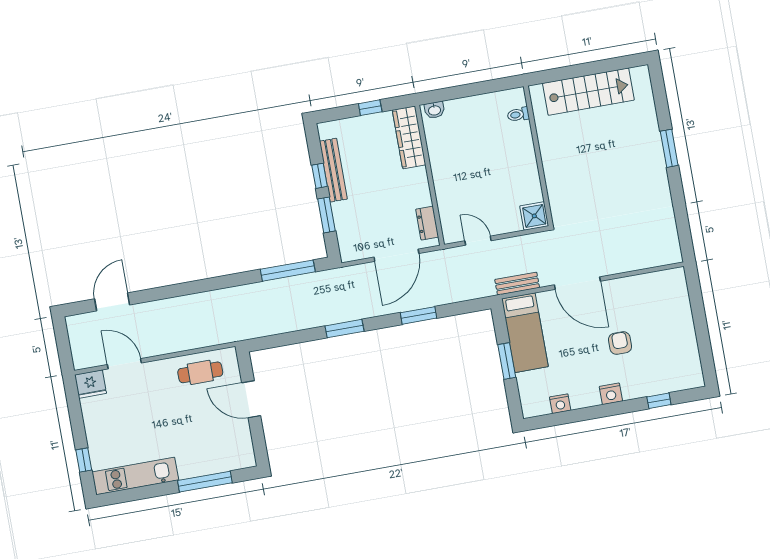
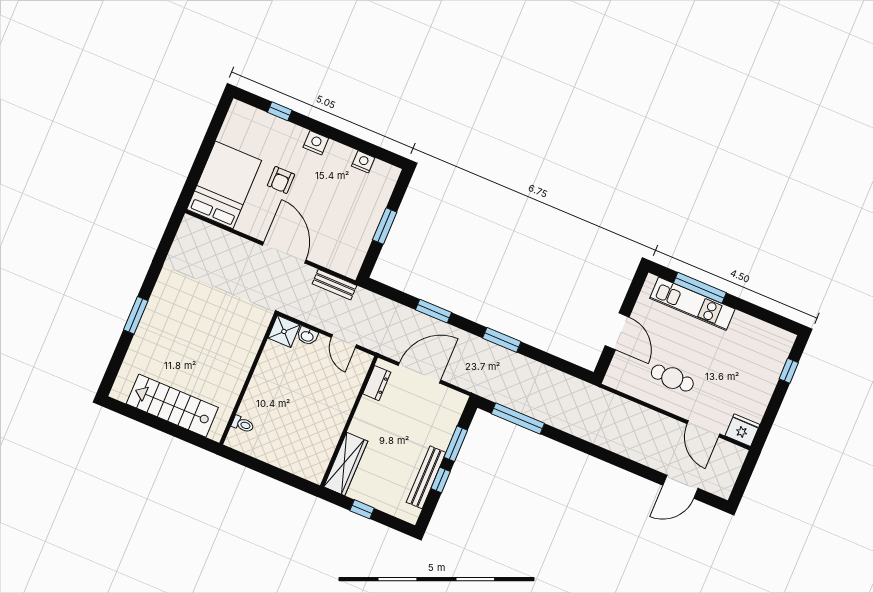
washbasin: (434, 110) -> (307, 336), moved, turned 180
bed: (525, 333) -> (224, 185), moved, width x1.50
cafe table: (200, 372) -> (672, 378), moved
kitchen unit: (135, 476) -> (692, 304), moved

